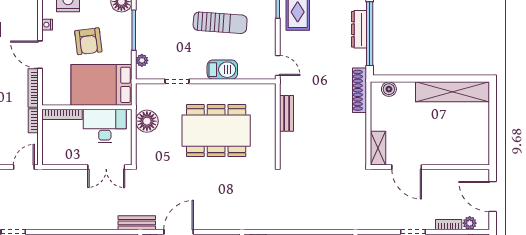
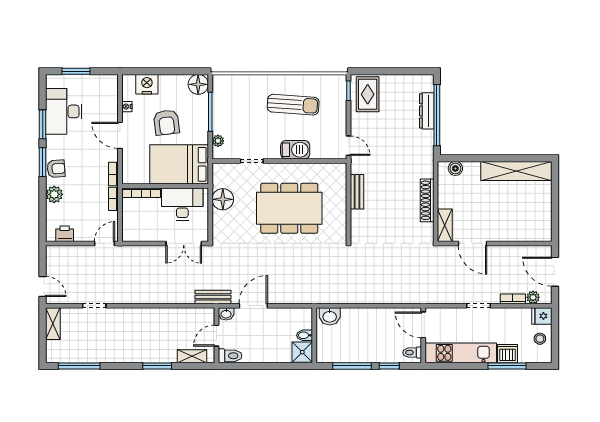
bookcase: (33, 88) -> (113, 174), width x0.64
shoe rack: (359, 90) -> (427, 200), moved

